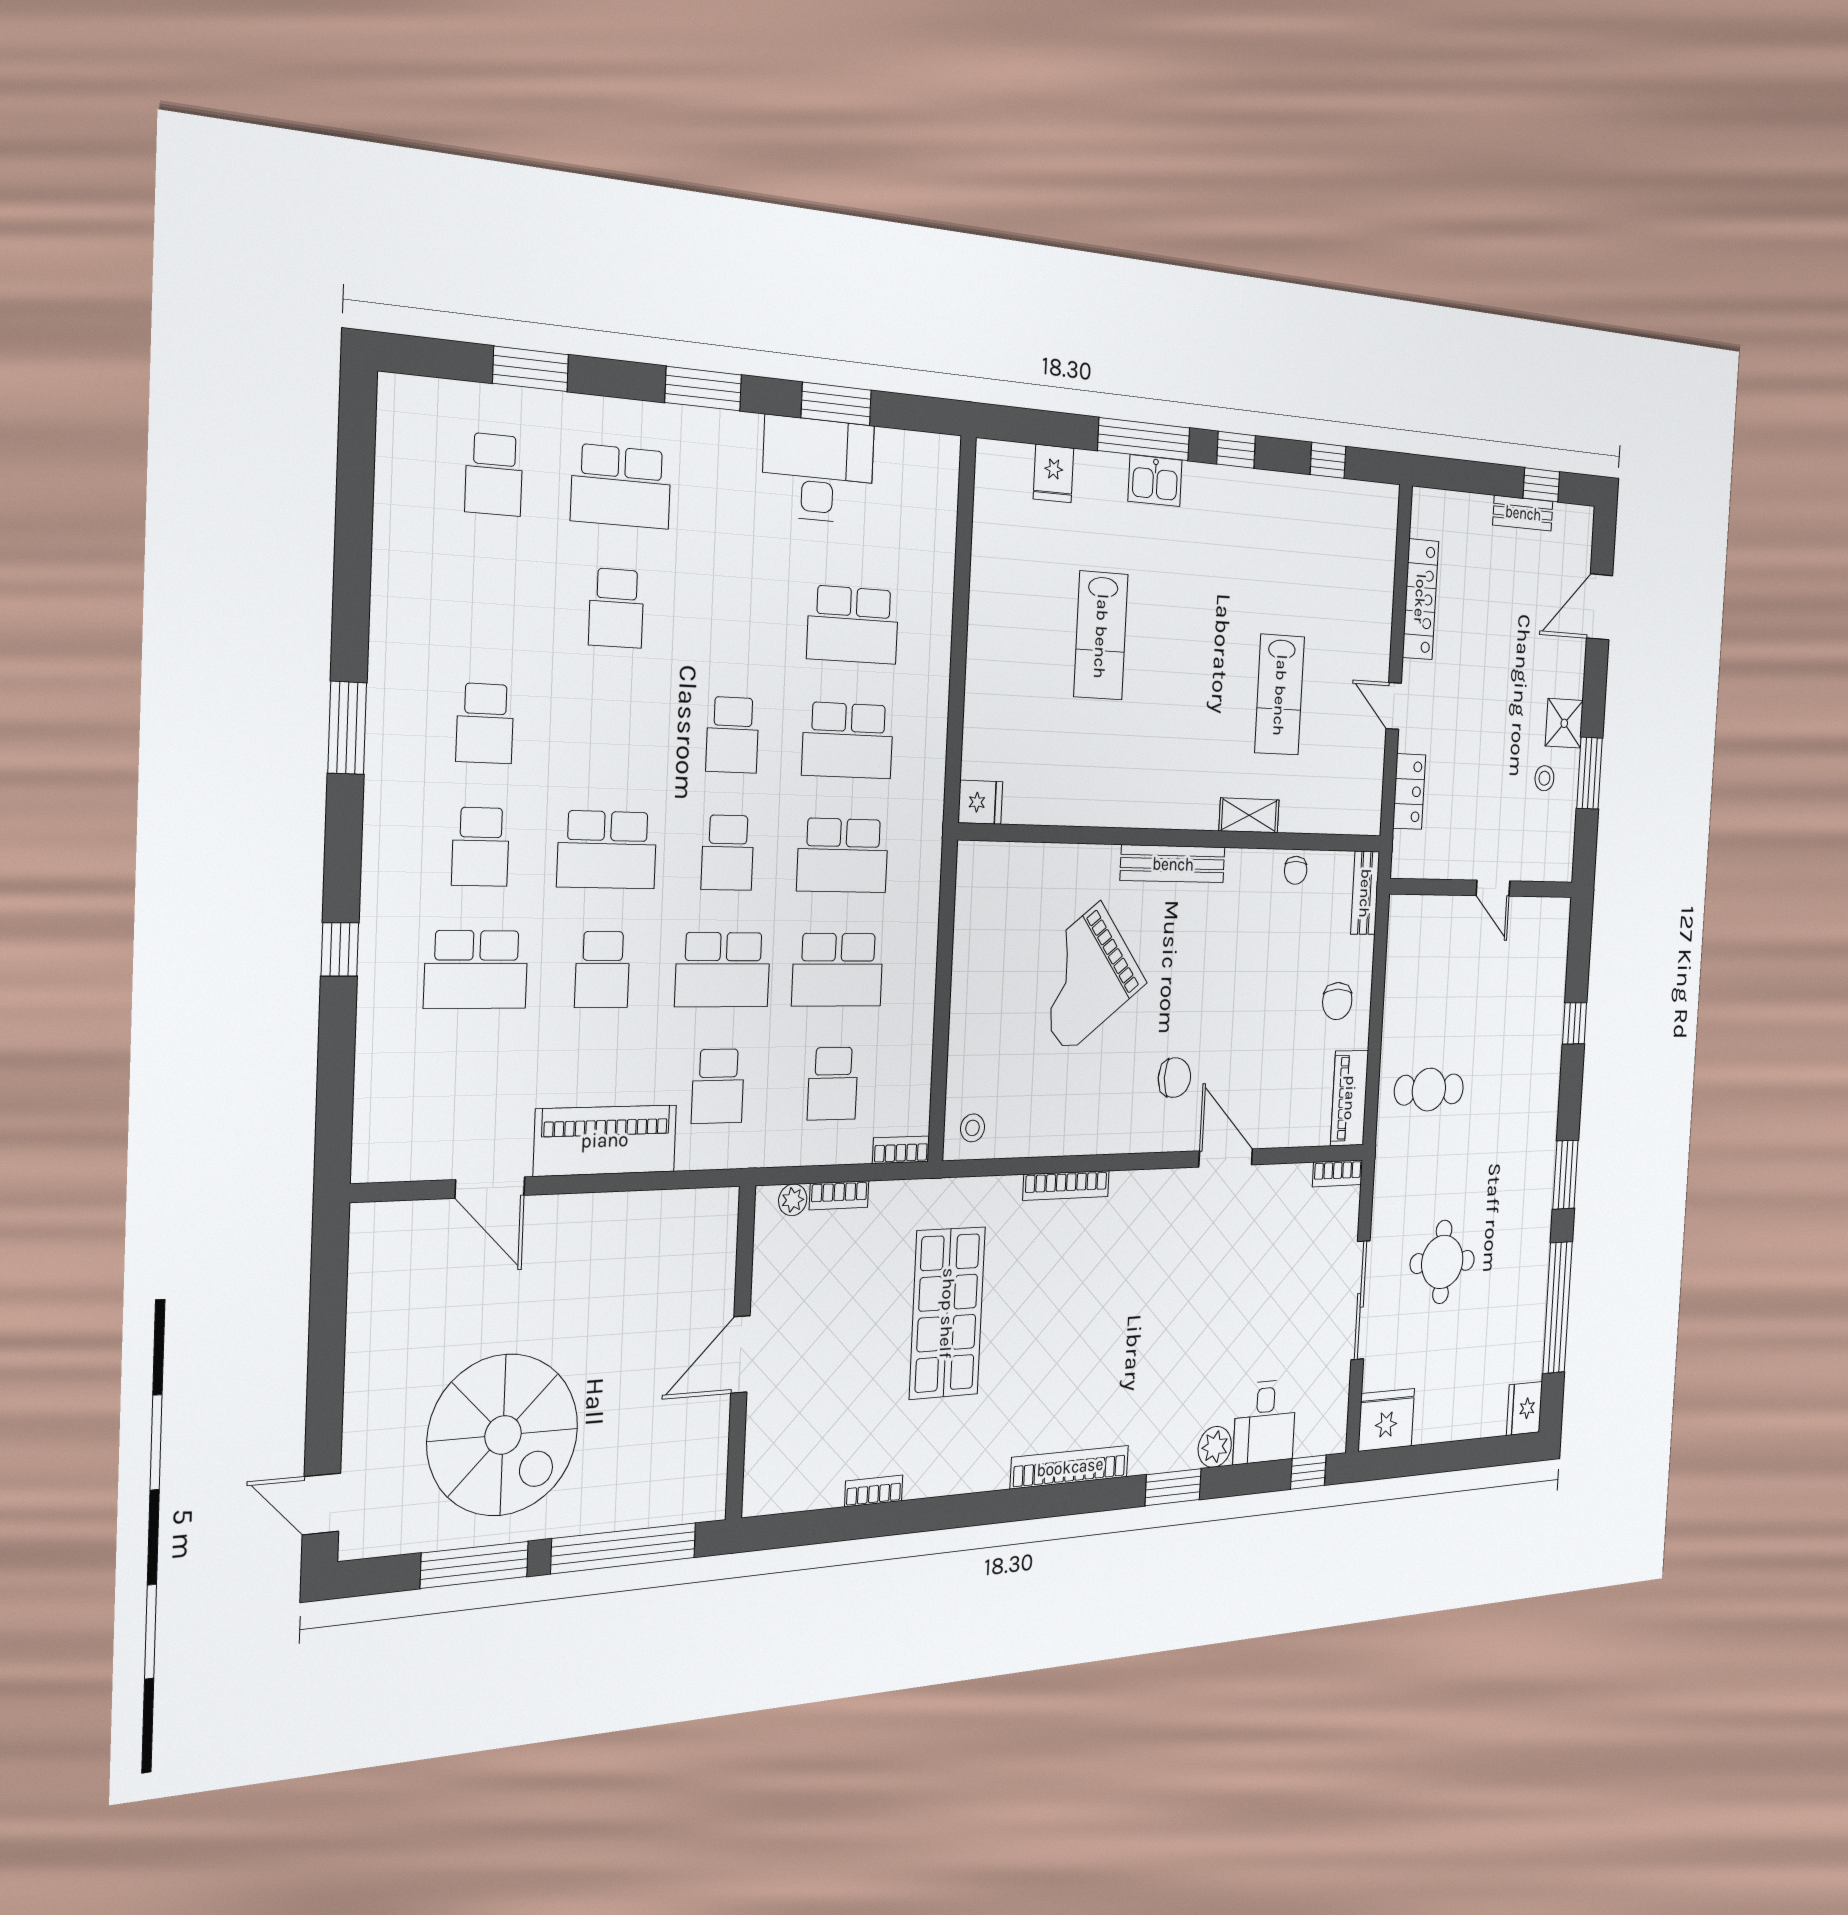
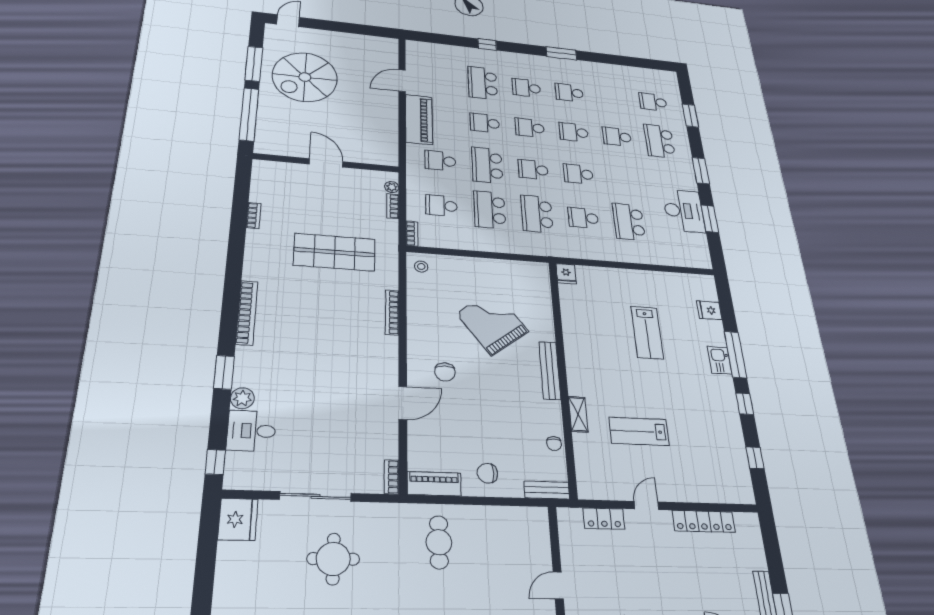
lab bench: (1101, 636) -> (647, 333), turned -90
school desk: (612, 729) -> (574, 132), added
school desk: (848, 740) -> (583, 218), width x0.54
school desk: (607, 850) -> (530, 128), width x0.54
chair: (1296, 870) -> (554, 444), turned -90

